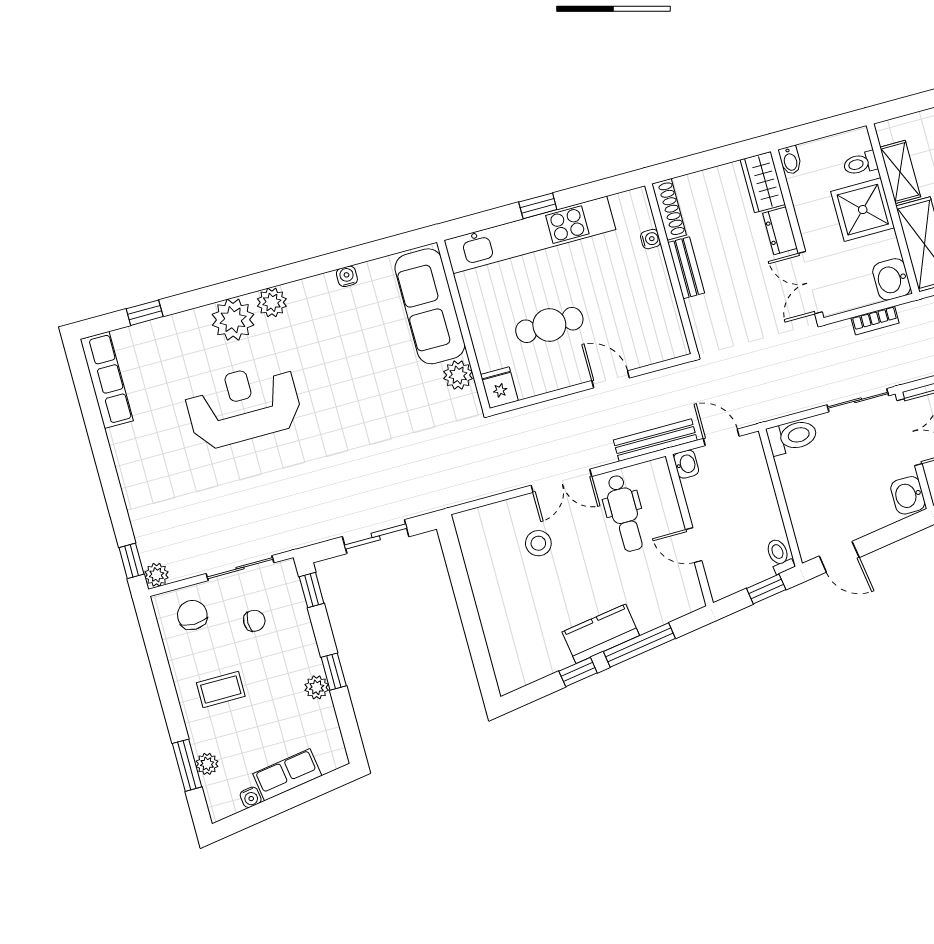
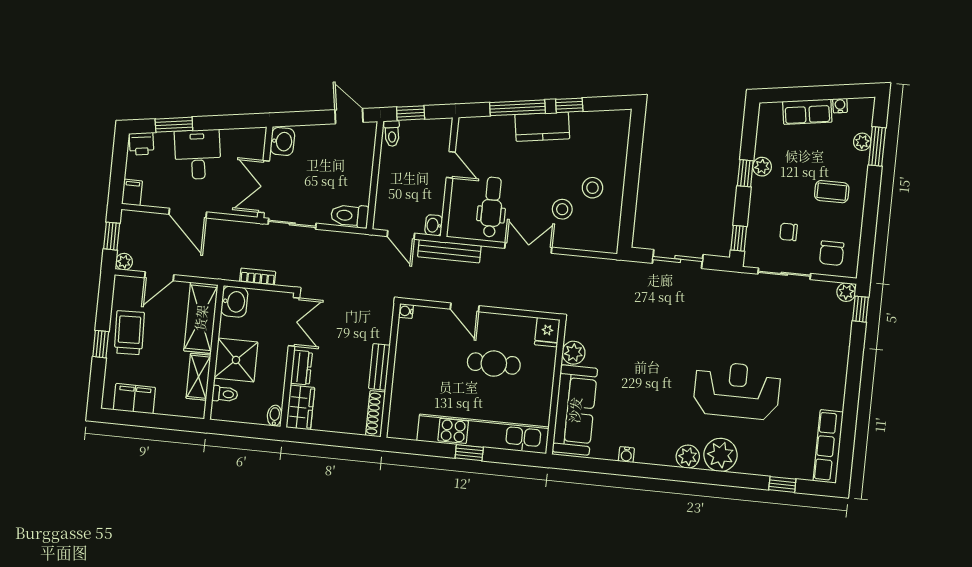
water cooler: (650, 239) -> (406, 311), moved
reception desk: (243, 405) -> (737, 390), turned 180
stool: (512, 583) -> (592, 188), added

